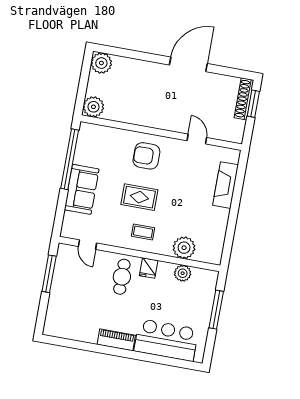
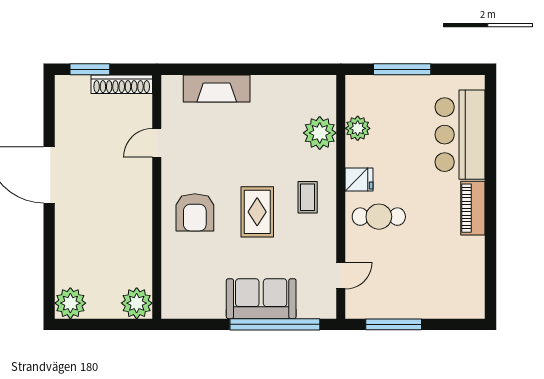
shoe rack: (244, 99) -> (122, 84), moved
window: (70, 159) -> (275, 324), moved

